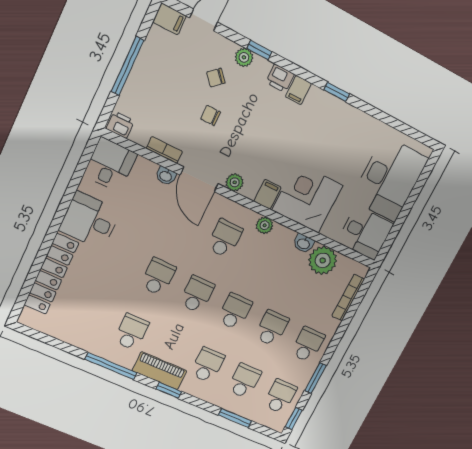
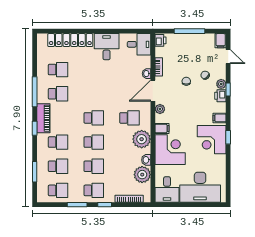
printer: (280, 78) -> (220, 96), moved
corner desk: (326, 122) -> (212, 140), added
plant: (265, 225) -> (142, 139), width x1.87, depth x1.87
school desk: (158, 277) -> (58, 70), moved
window: (294, 419) -> (105, 205), moved

